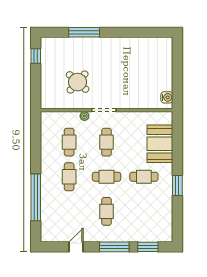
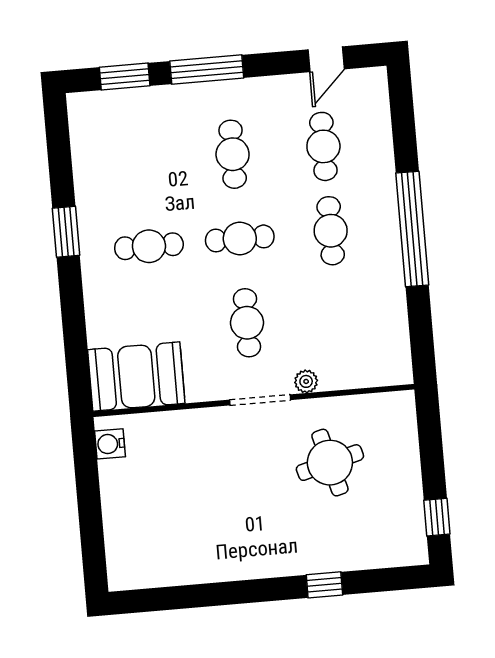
window: (84, 32) -> (324, 585), width x0.46
round table: (78, 82) -> (330, 463), turned 33
cafe table: (69, 142) -> (323, 146), moved
booth: (160, 144) -> (136, 376), moved, turned 90
window: (36, 197) -> (412, 229), moved
door: (76, 247) -> (326, 59), moved

